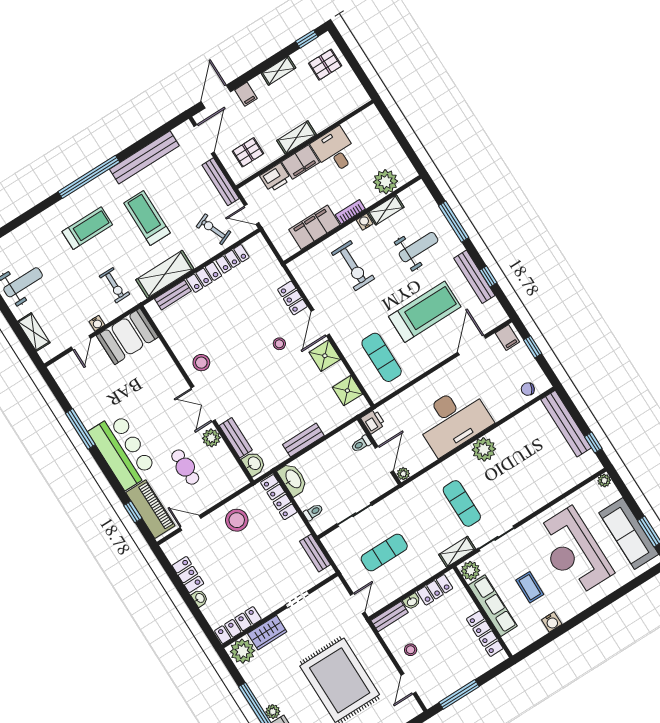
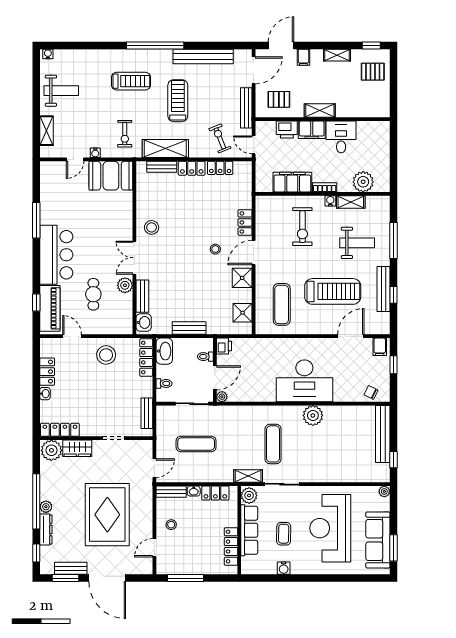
printer: (373, 421) -> (224, 346), moved
toilet: (361, 444) -> (205, 357), moved
wall: (379, 451) -> (215, 370), moved
door: (384, 459) -> (215, 378), moved
plant: (403, 474) -> (222, 397), moved

